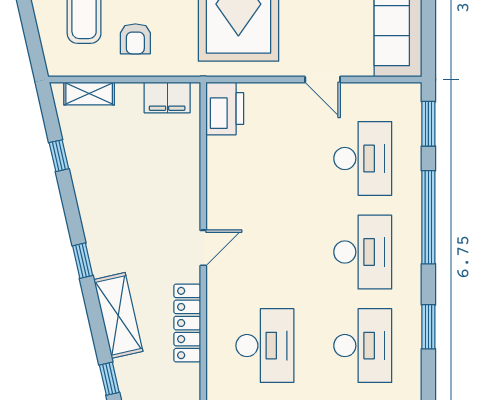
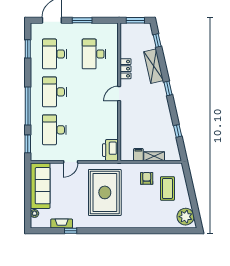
door: (323, 80) -> (71, 162), swing flipped
shelving: (89, 94) -> (154, 156), moved
filing cabinet: (167, 97) -> (138, 155), width x0.50
locker: (187, 323) -> (126, 69), width x0.66
window: (428, 327) -> (28, 49), moved

